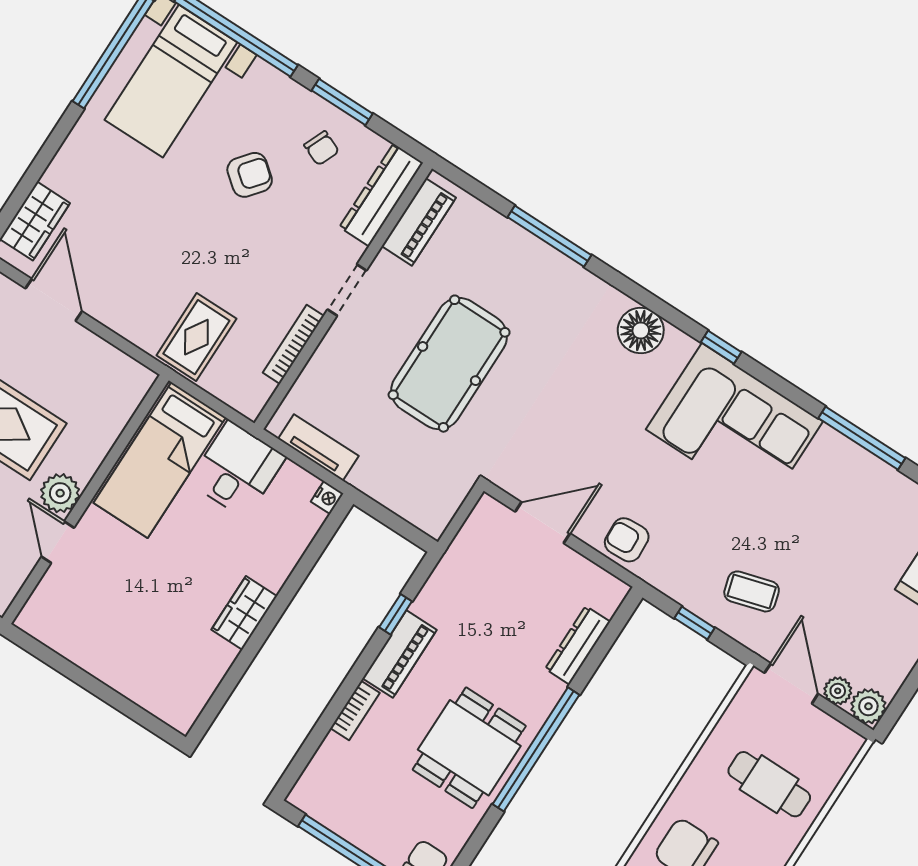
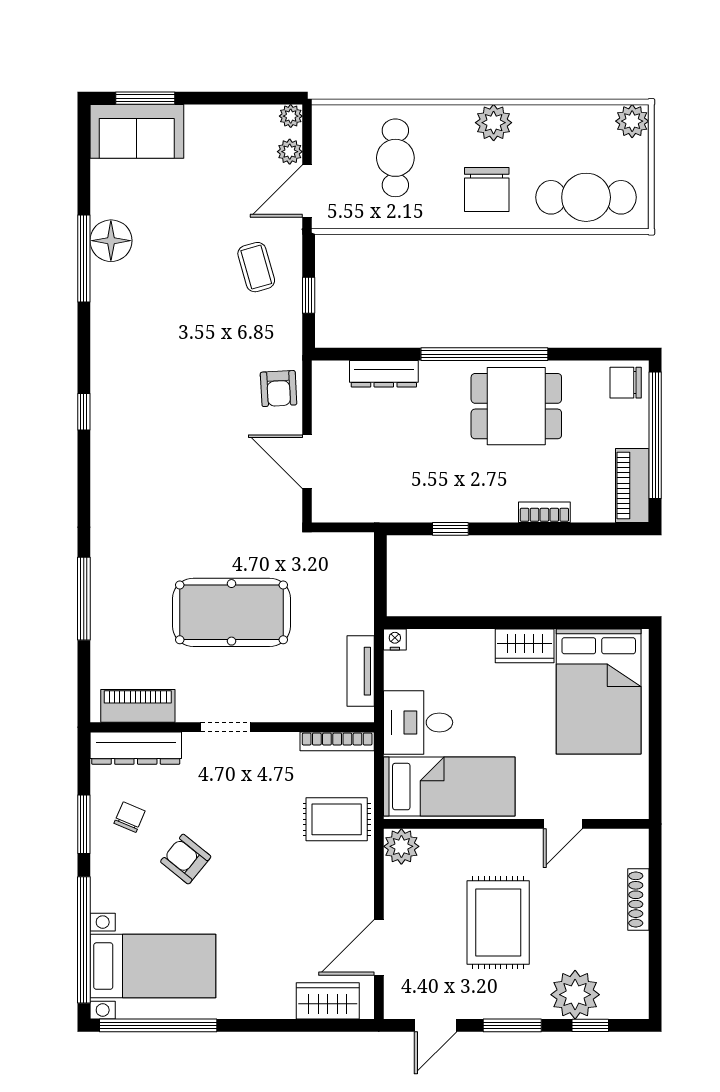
floor lamp: (641, 331) -> (111, 241), moved
bookcase: (293, 344) -> (337, 741), moved
corner sofa: (734, 425) -> (137, 363), removed
plant: (60, 493) -> (401, 846), moved
bed: (158, 654) -> (599, 691), added
piano: (400, 654) -> (632, 486), moved, turned -90
plant: (868, 706) -> (291, 116), width x0.73, depth x0.73

